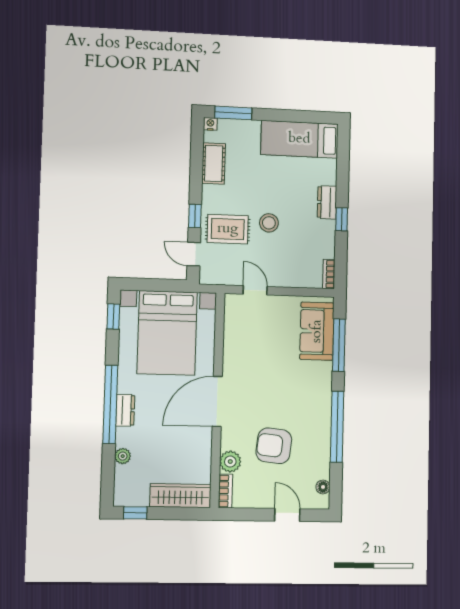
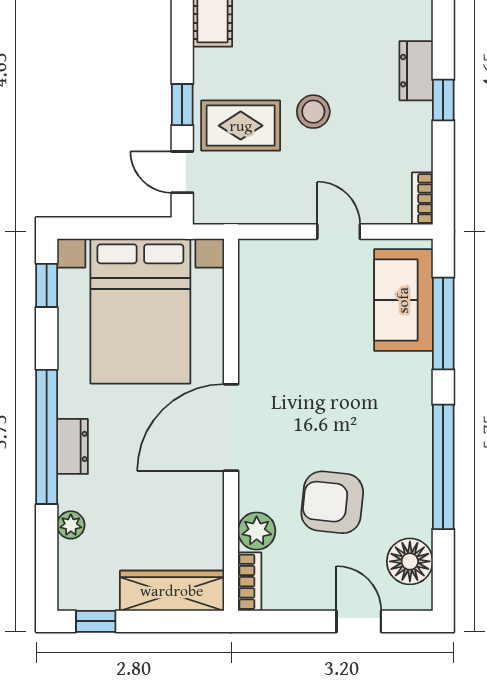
door: (255, 290) -> (339, 232), moved
floor lamp: (323, 487) -> (410, 561), width x1.89, depth x1.89

